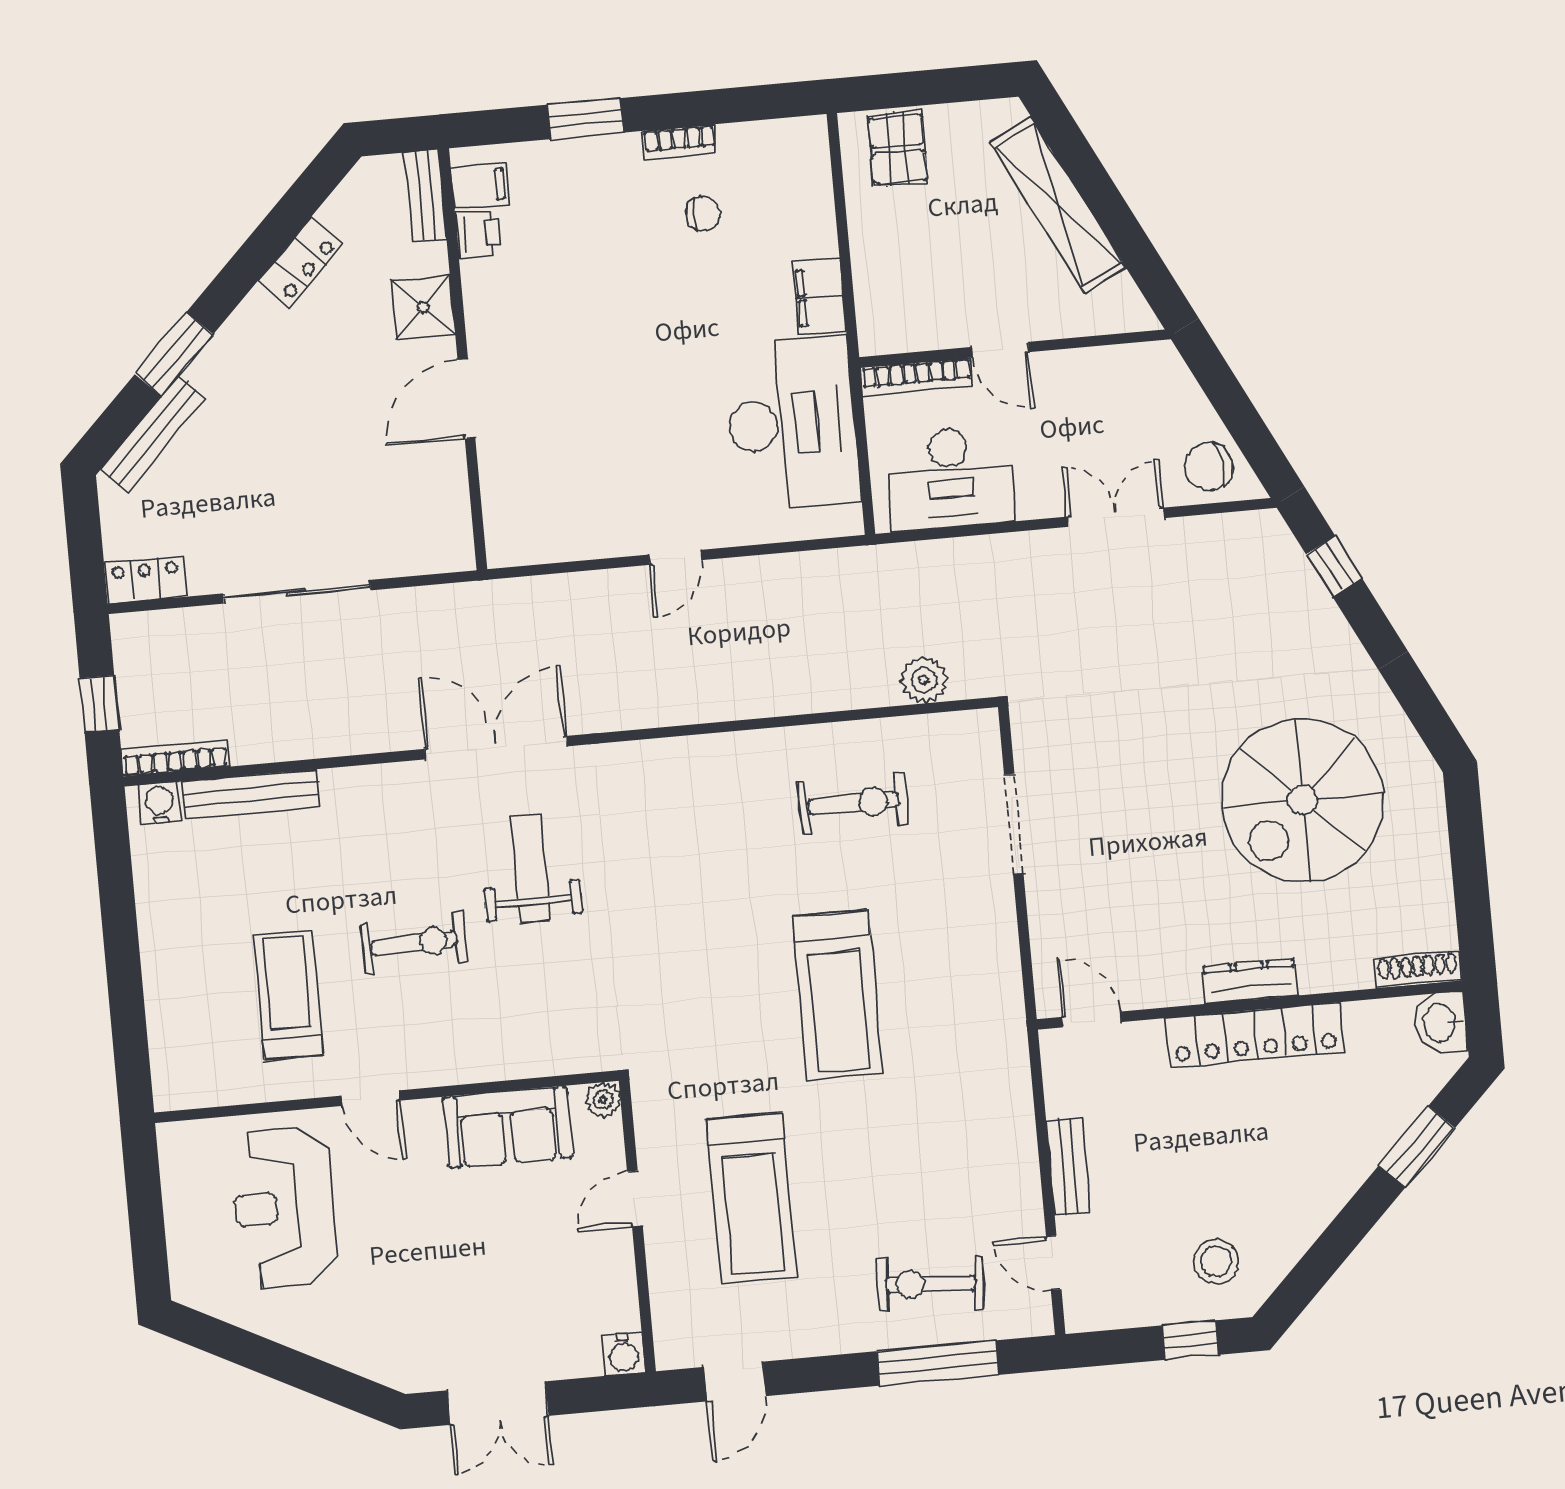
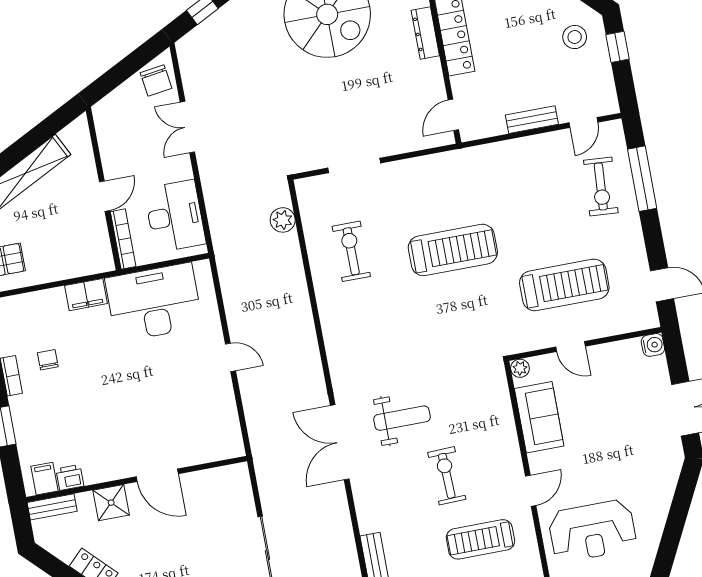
weight bench: (530, 869) -> (402, 418), turned 180

